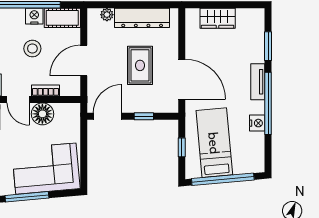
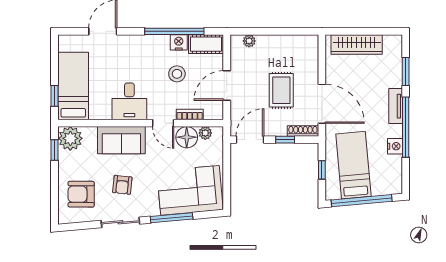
dresser: (142, 18) -> (283, 44), removed
wardrobe: (218, 18) -> (357, 45), width x1.50
shoe rack: (162, 107) -> (303, 131), added
plant: (62, 109) -> (205, 133), added

